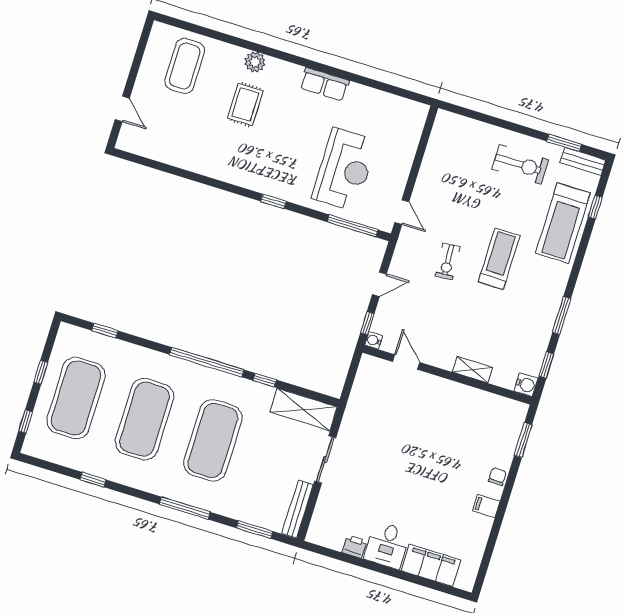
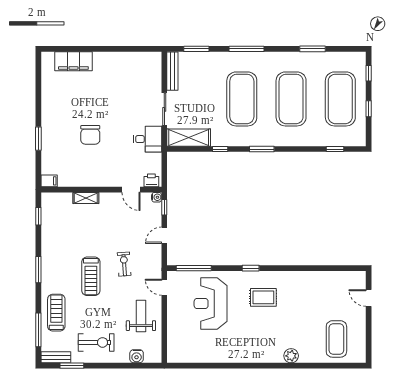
row of seats: (324, 84) -> (241, 355), removed
rug: (245, 104) -> (263, 297), moved, turned 90
exercise bike: (520, 164) -> (96, 342), turned 180
weight bench: (447, 182) -> (141, 316), added
window: (595, 207) -> (38, 330), width x2.17
treadmill: (563, 223) -> (56, 313), width x0.73, depth x0.73
window: (562, 315) -> (38, 270), moved
window: (207, 362) -> (262, 149), width x0.47
water cooler: (526, 385) -> (137, 356), moved, turned -90
window: (523, 440) -> (38, 139), moved
chair: (497, 477) -> (90, 135), moved, width x1.87, depth x1.87
window: (93, 480) -> (313, 49), width x1.50
filing cabinet: (486, 506) -> (49, 181), moved
desk: (387, 545) -> (148, 139), moved, turned 90
printer: (354, 546) -> (151, 180), moved, turned 180

